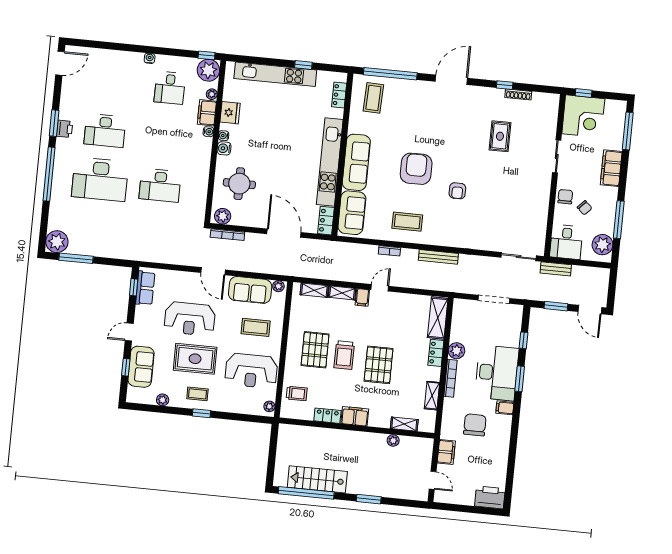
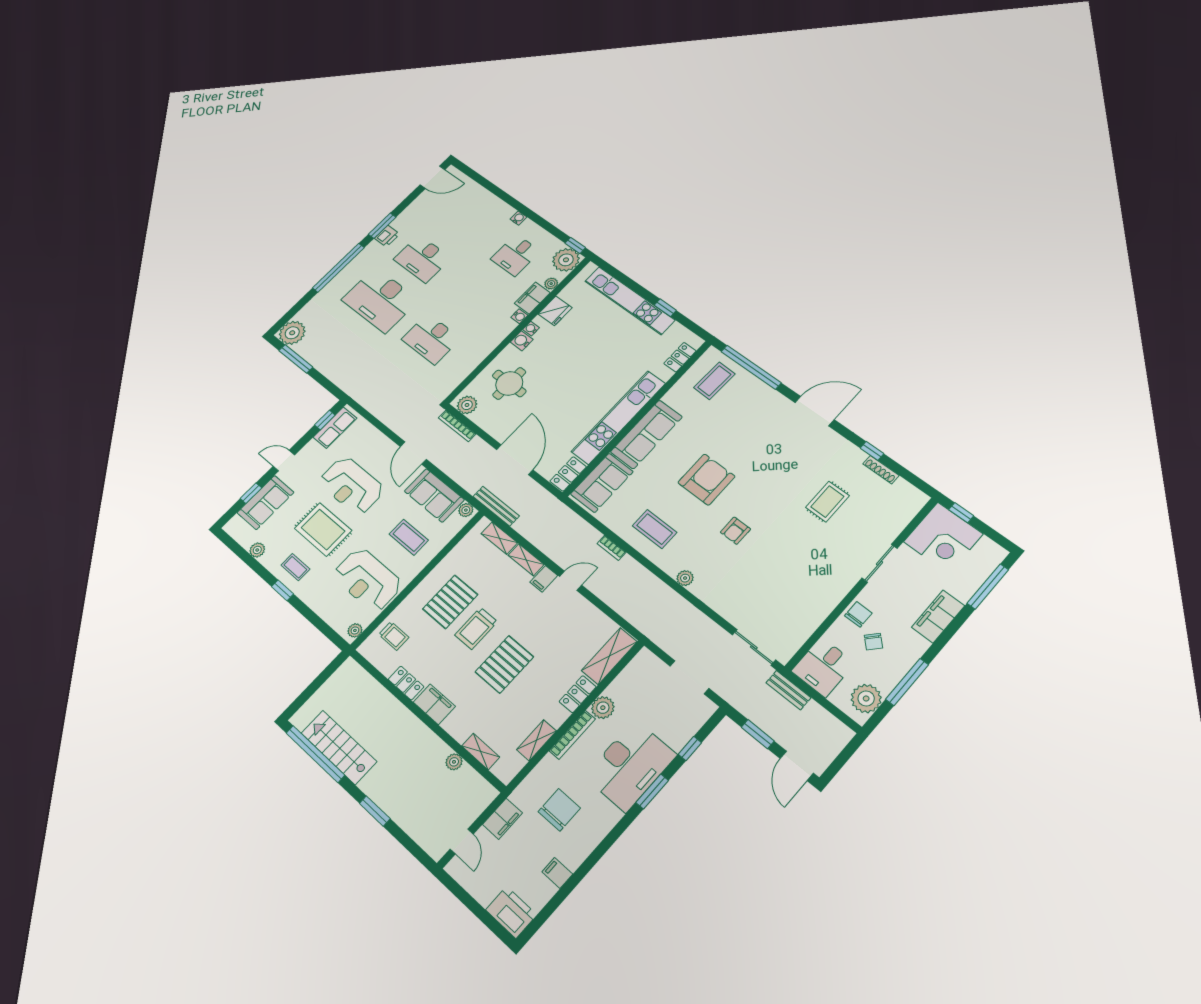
plant: (448, 241) -> (685, 578), added
bench: (438, 257) -> (496, 506), moved
filing cabinet: (505, 408) -> (557, 873), moved

